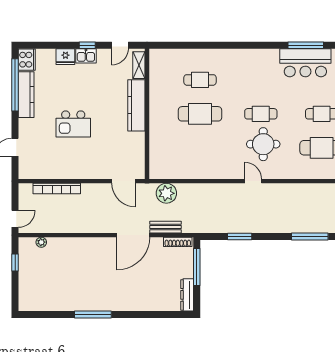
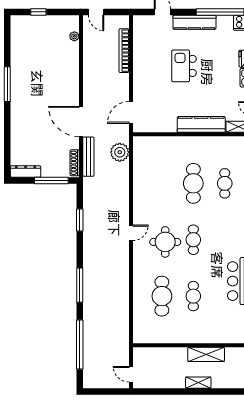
kitchen counter: (26, 95) -> (194, 22), moved
bench: (165, 227) -> (88, 157), width x1.36
window: (15, 263) -> (38, 12), moved

